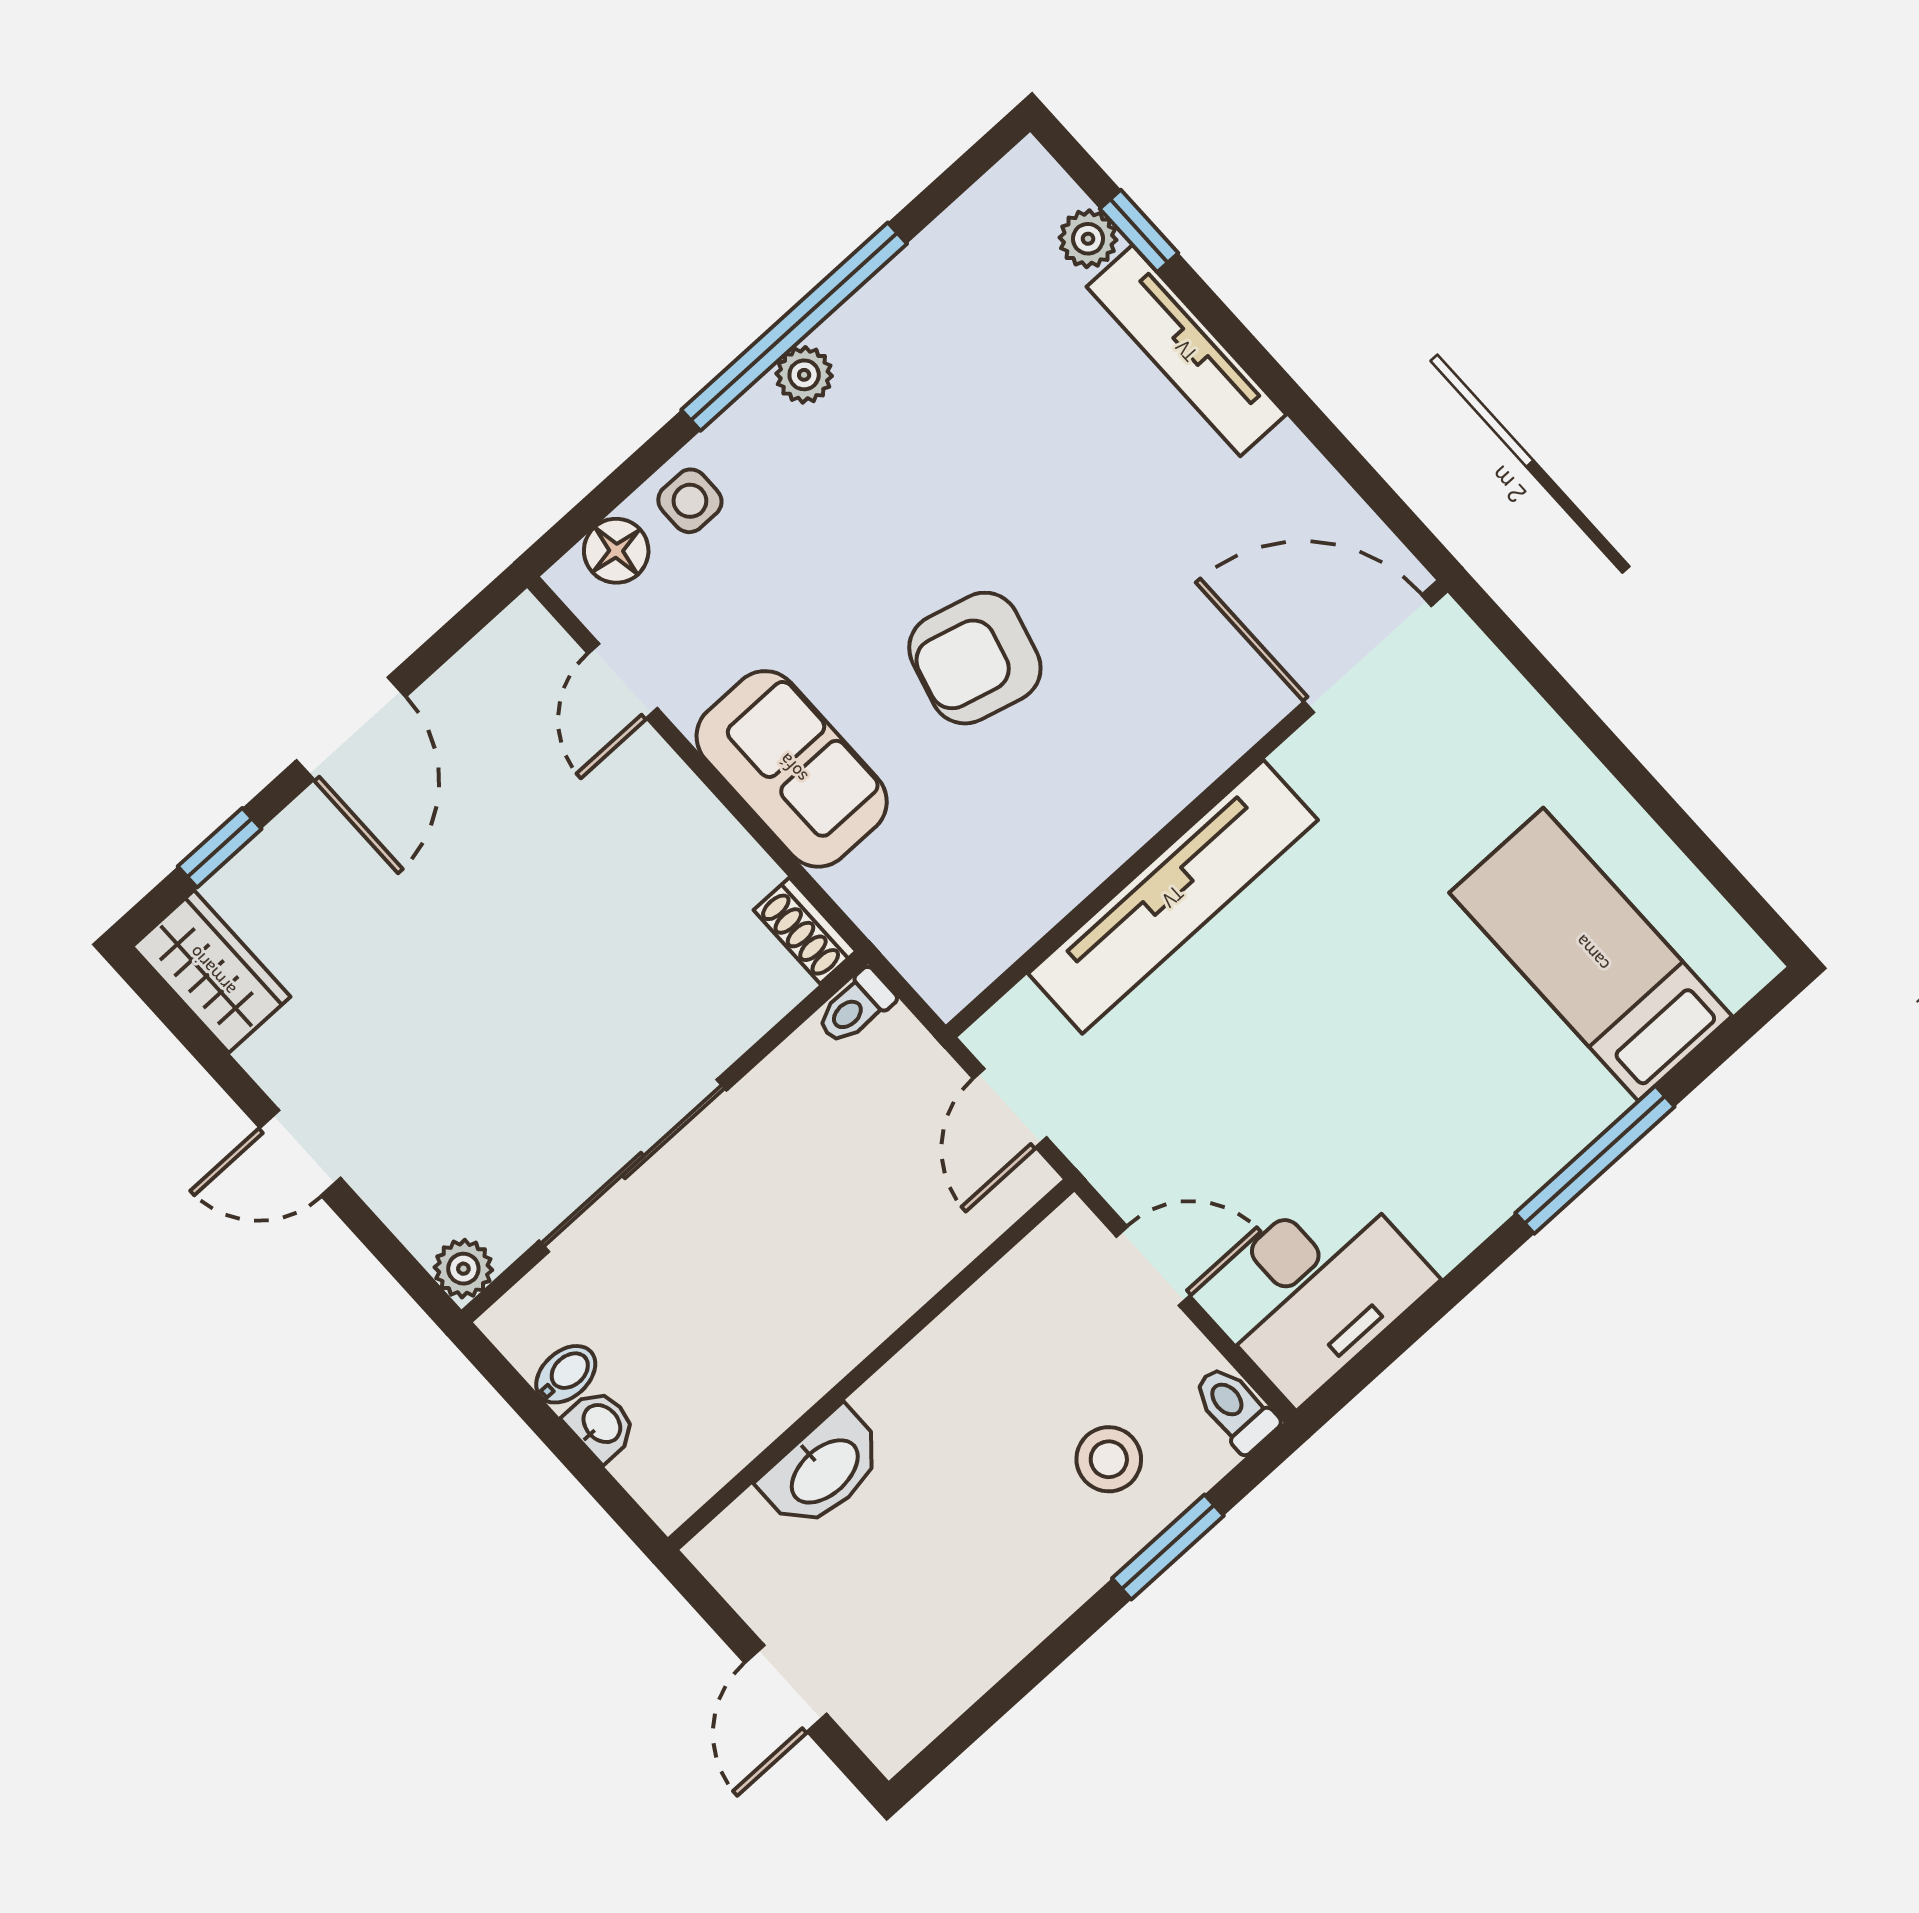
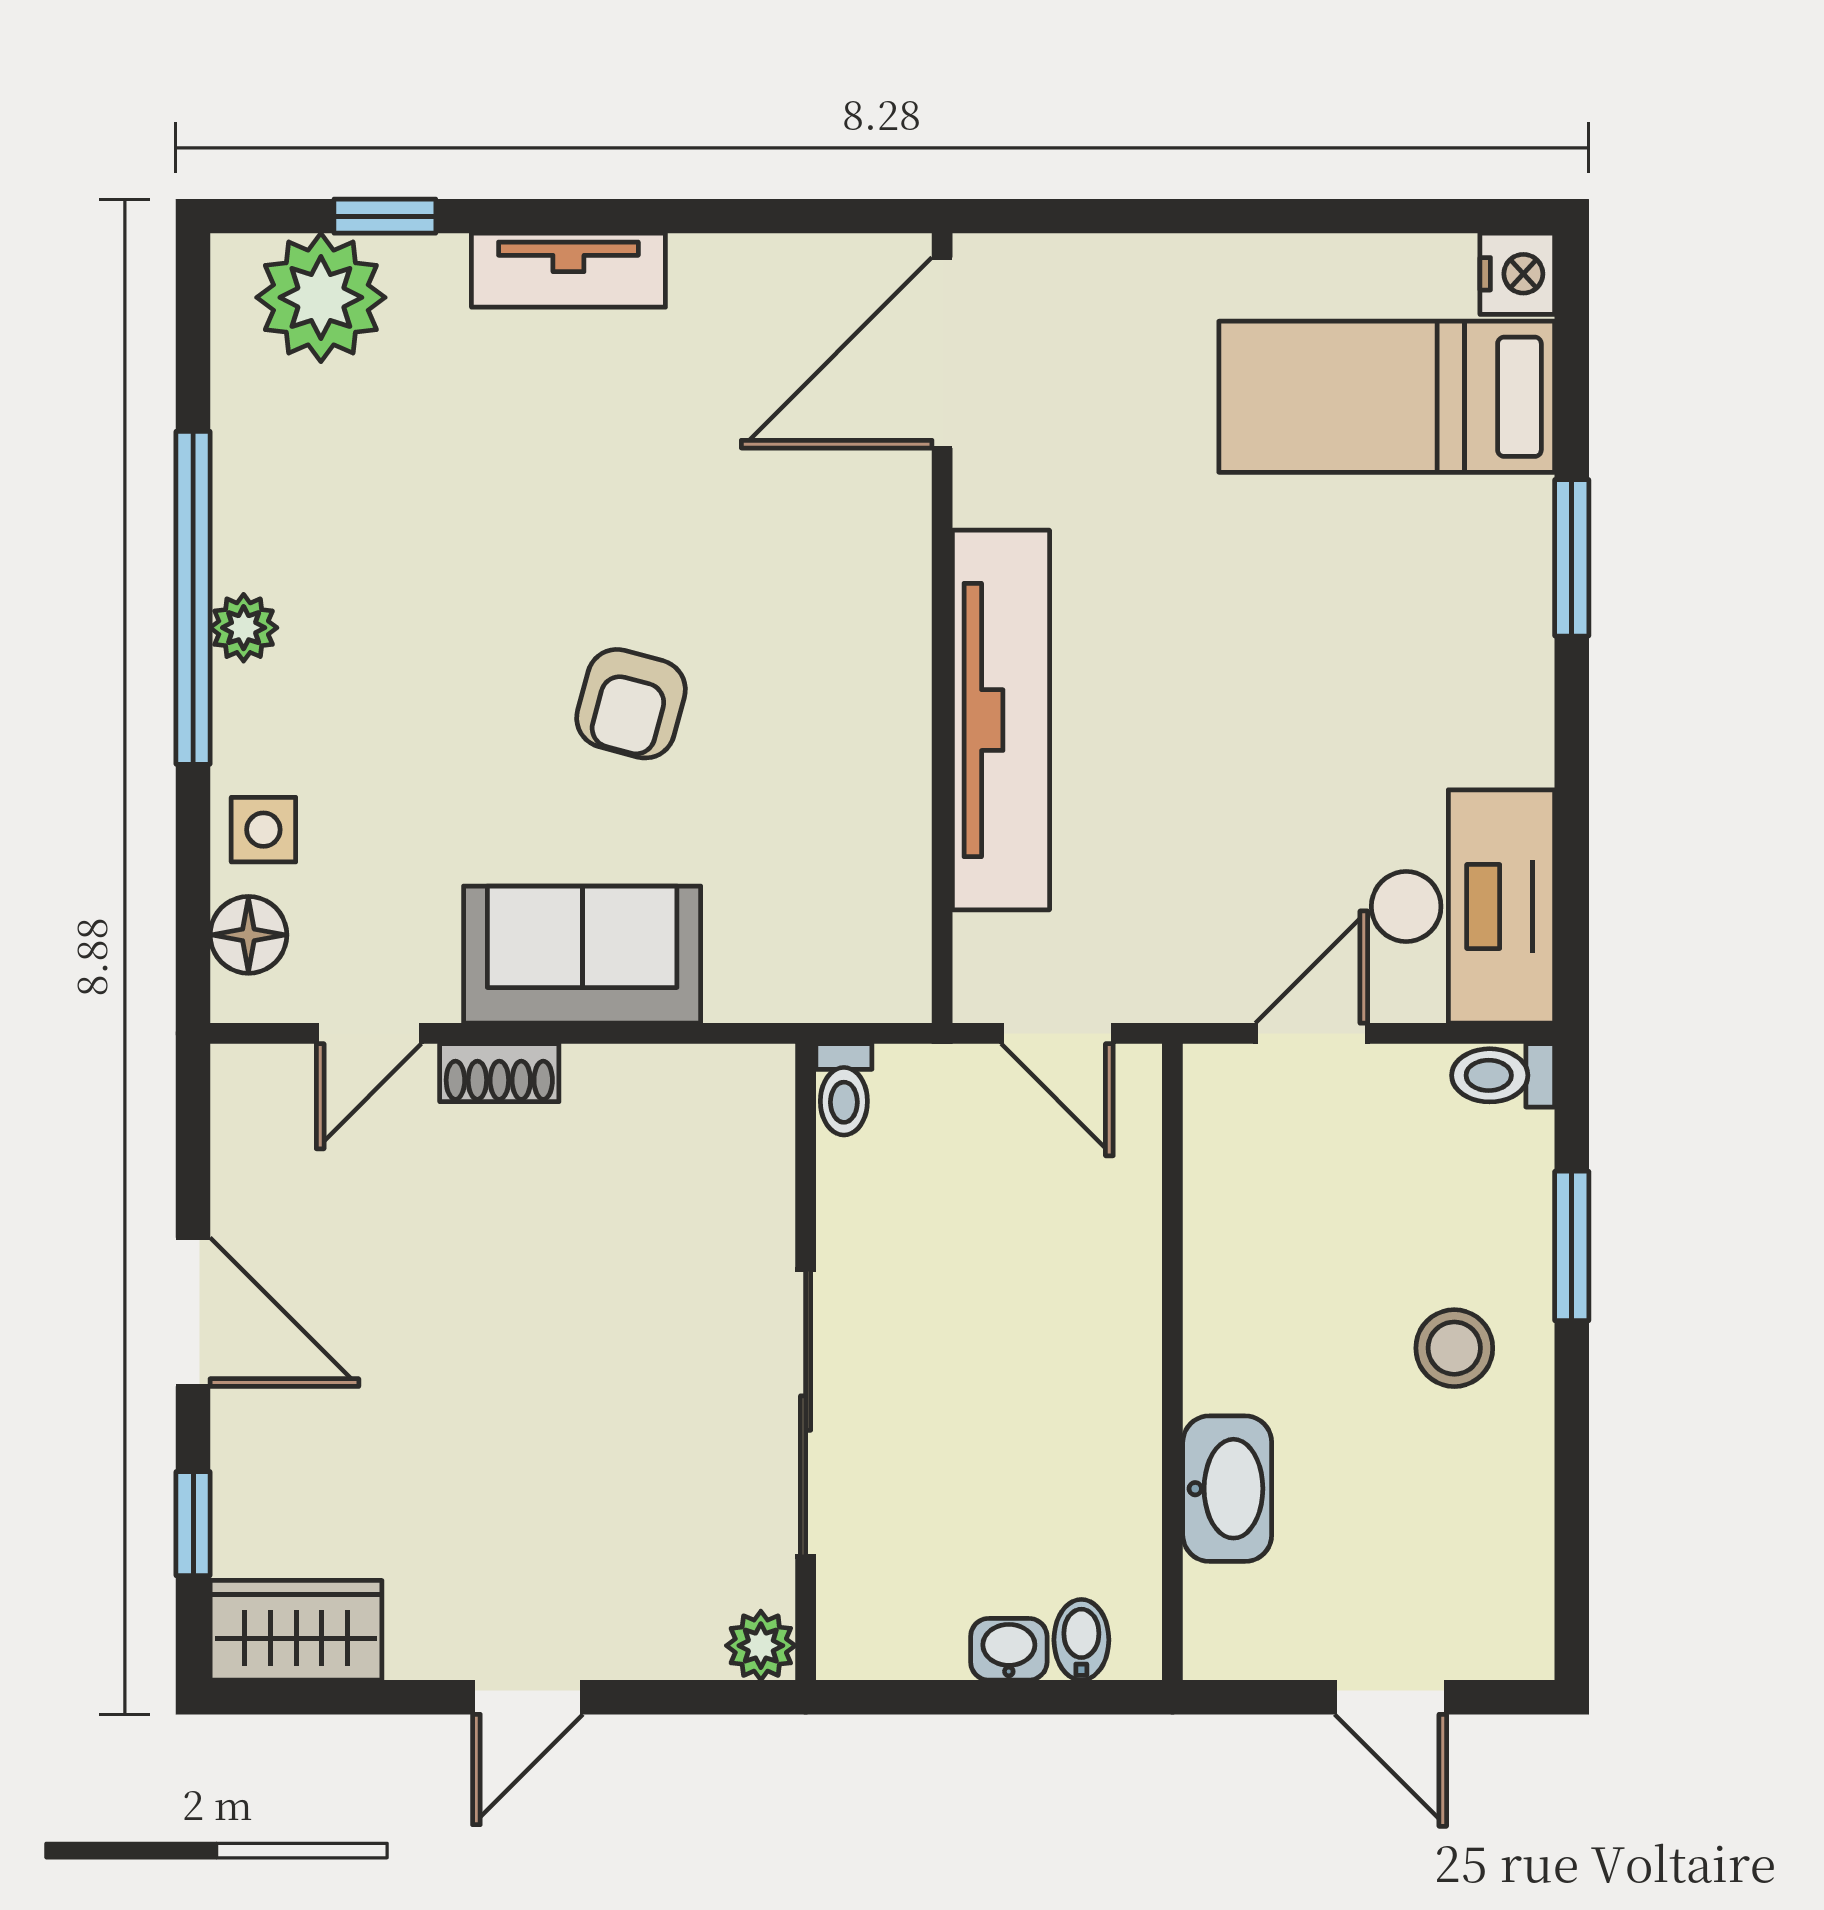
plant: (1088, 239) -> (321, 297), width x1.87, depth x1.87
tv unit: (1186, 351) -> (568, 270), width x0.71
armchair: (975, 658) -> (631, 704), width x0.72, depth x0.72
door: (623, 681) -> (369, 1033), hinge flipped
shoe rack: (805, 931) -> (499, 1073), moved
nightstand: (1740, 966) -> (1517, 274), added
window: (1595, 1160) -> (1572, 558), width x0.69
bidet: (566, 1374) -> (1081, 1640), moved
stool: (1109, 1459) -> (1454, 1348), moved

